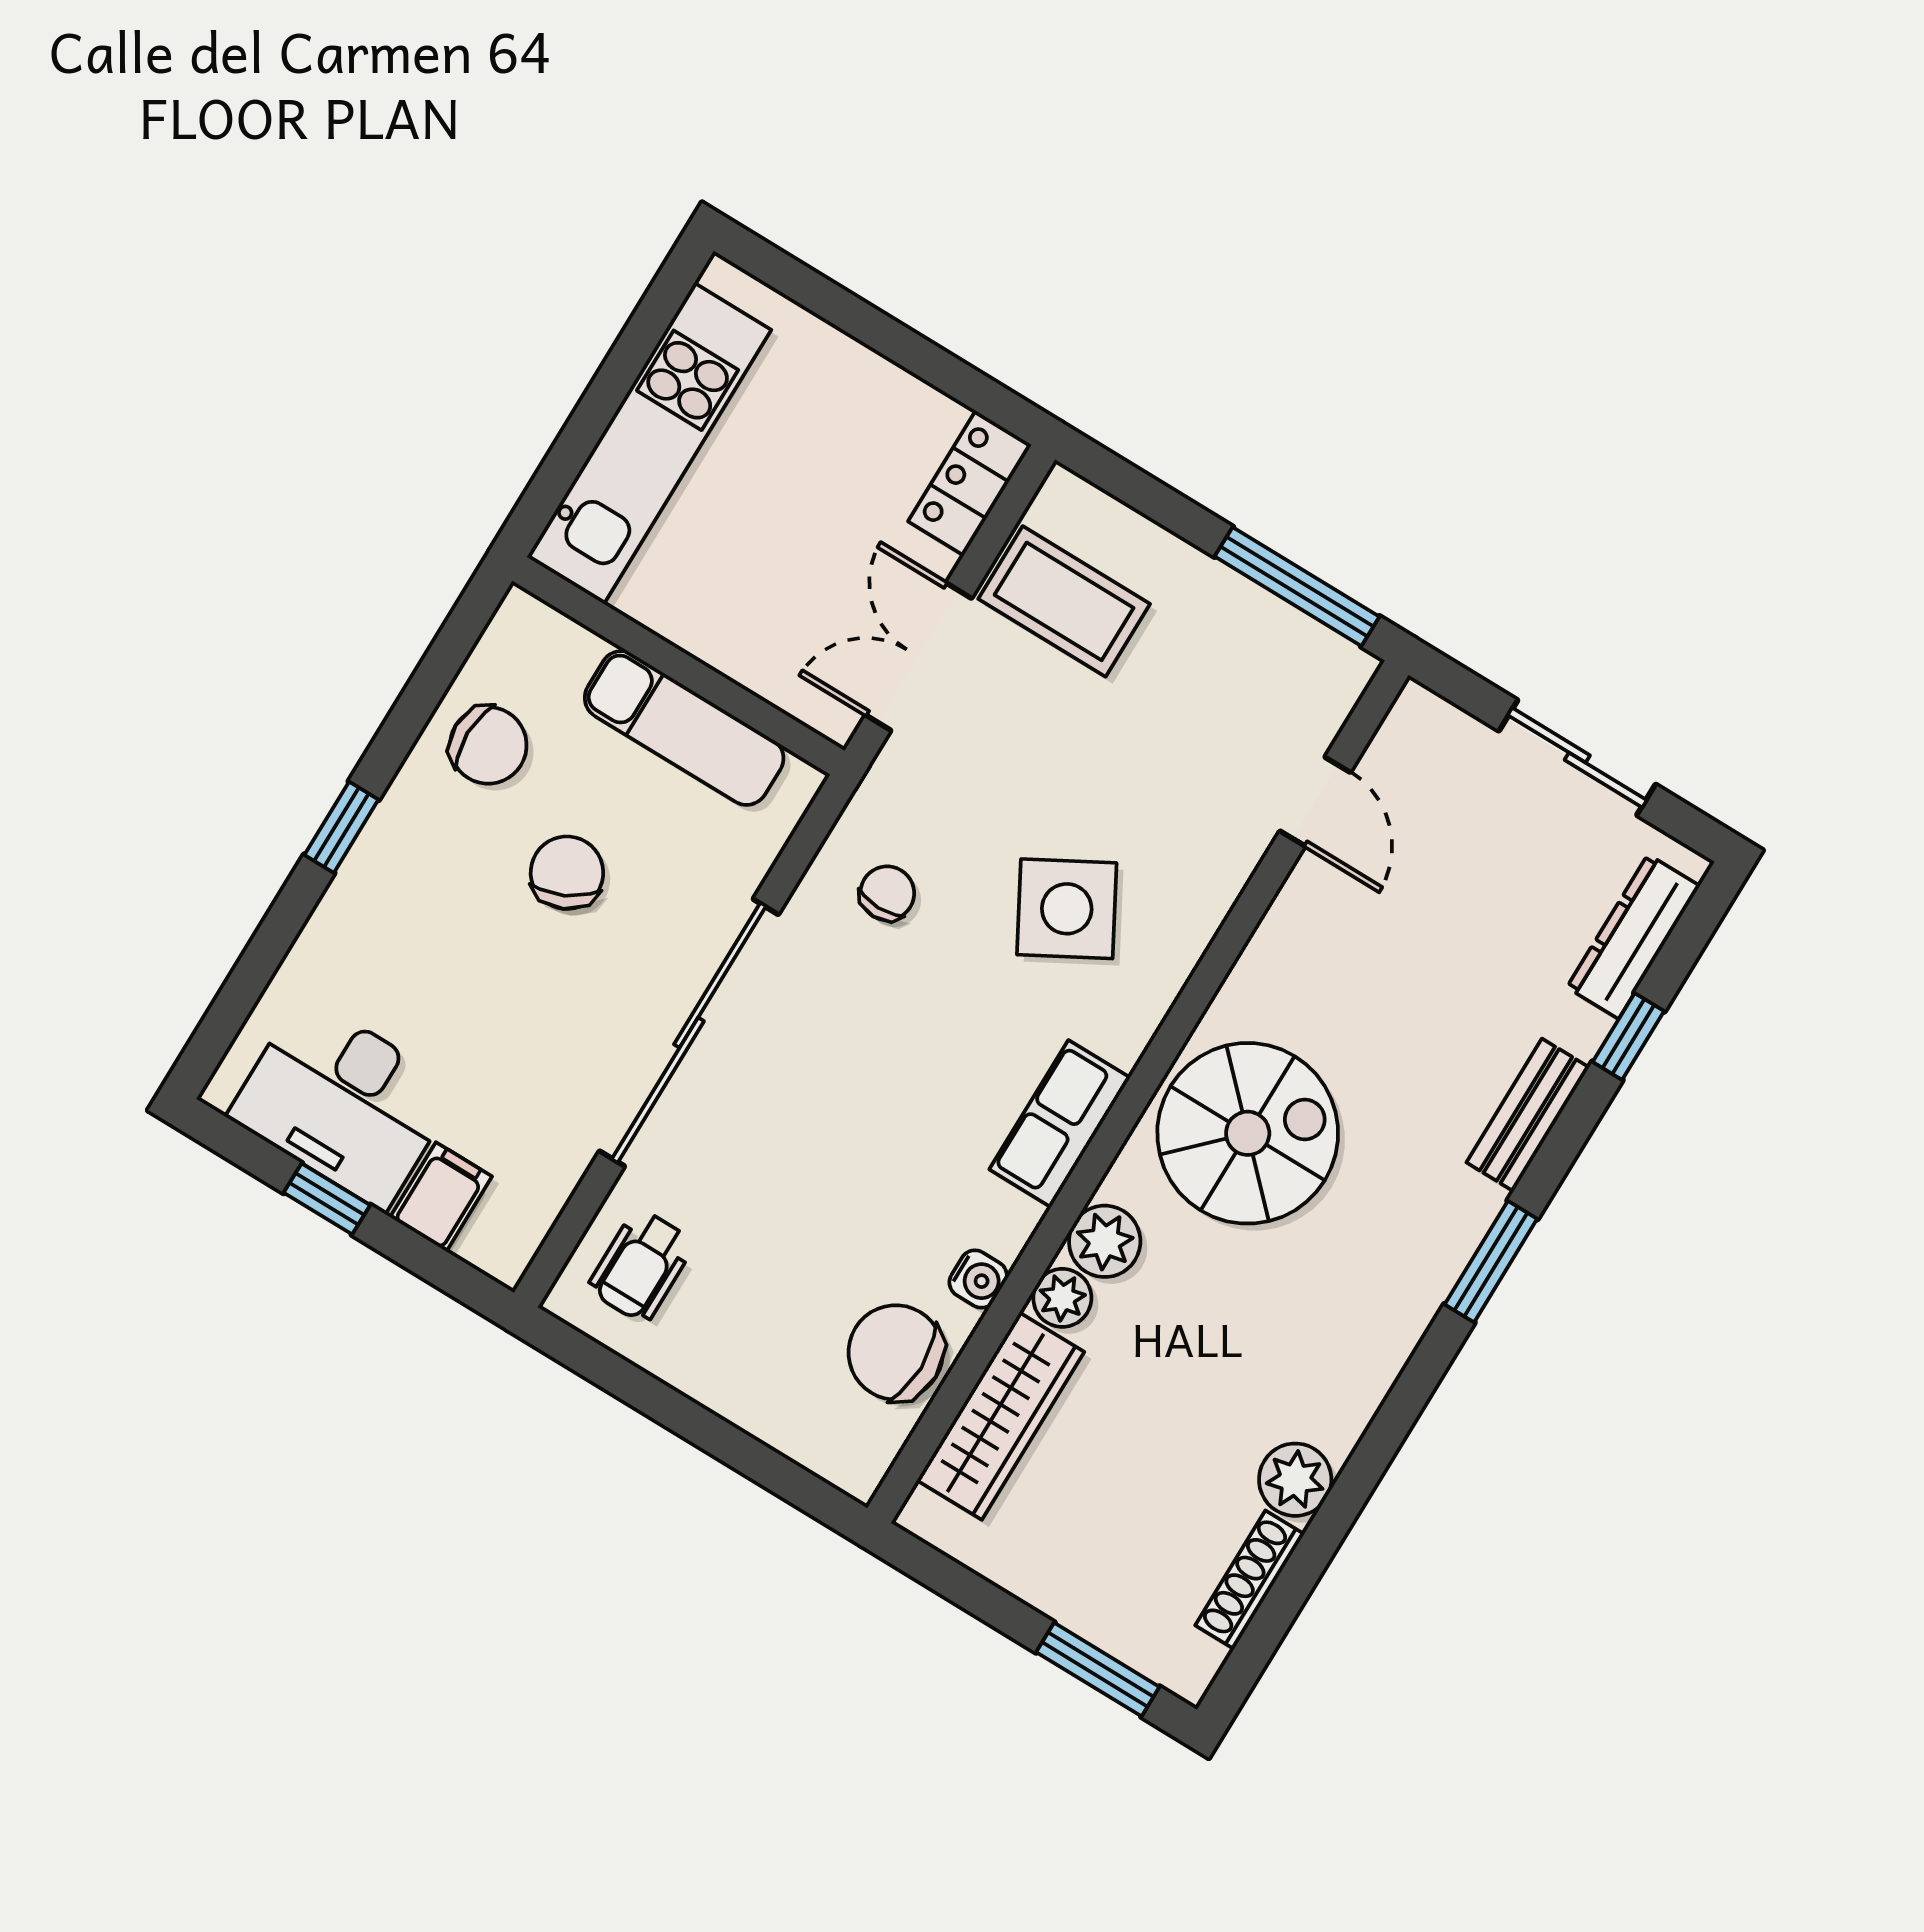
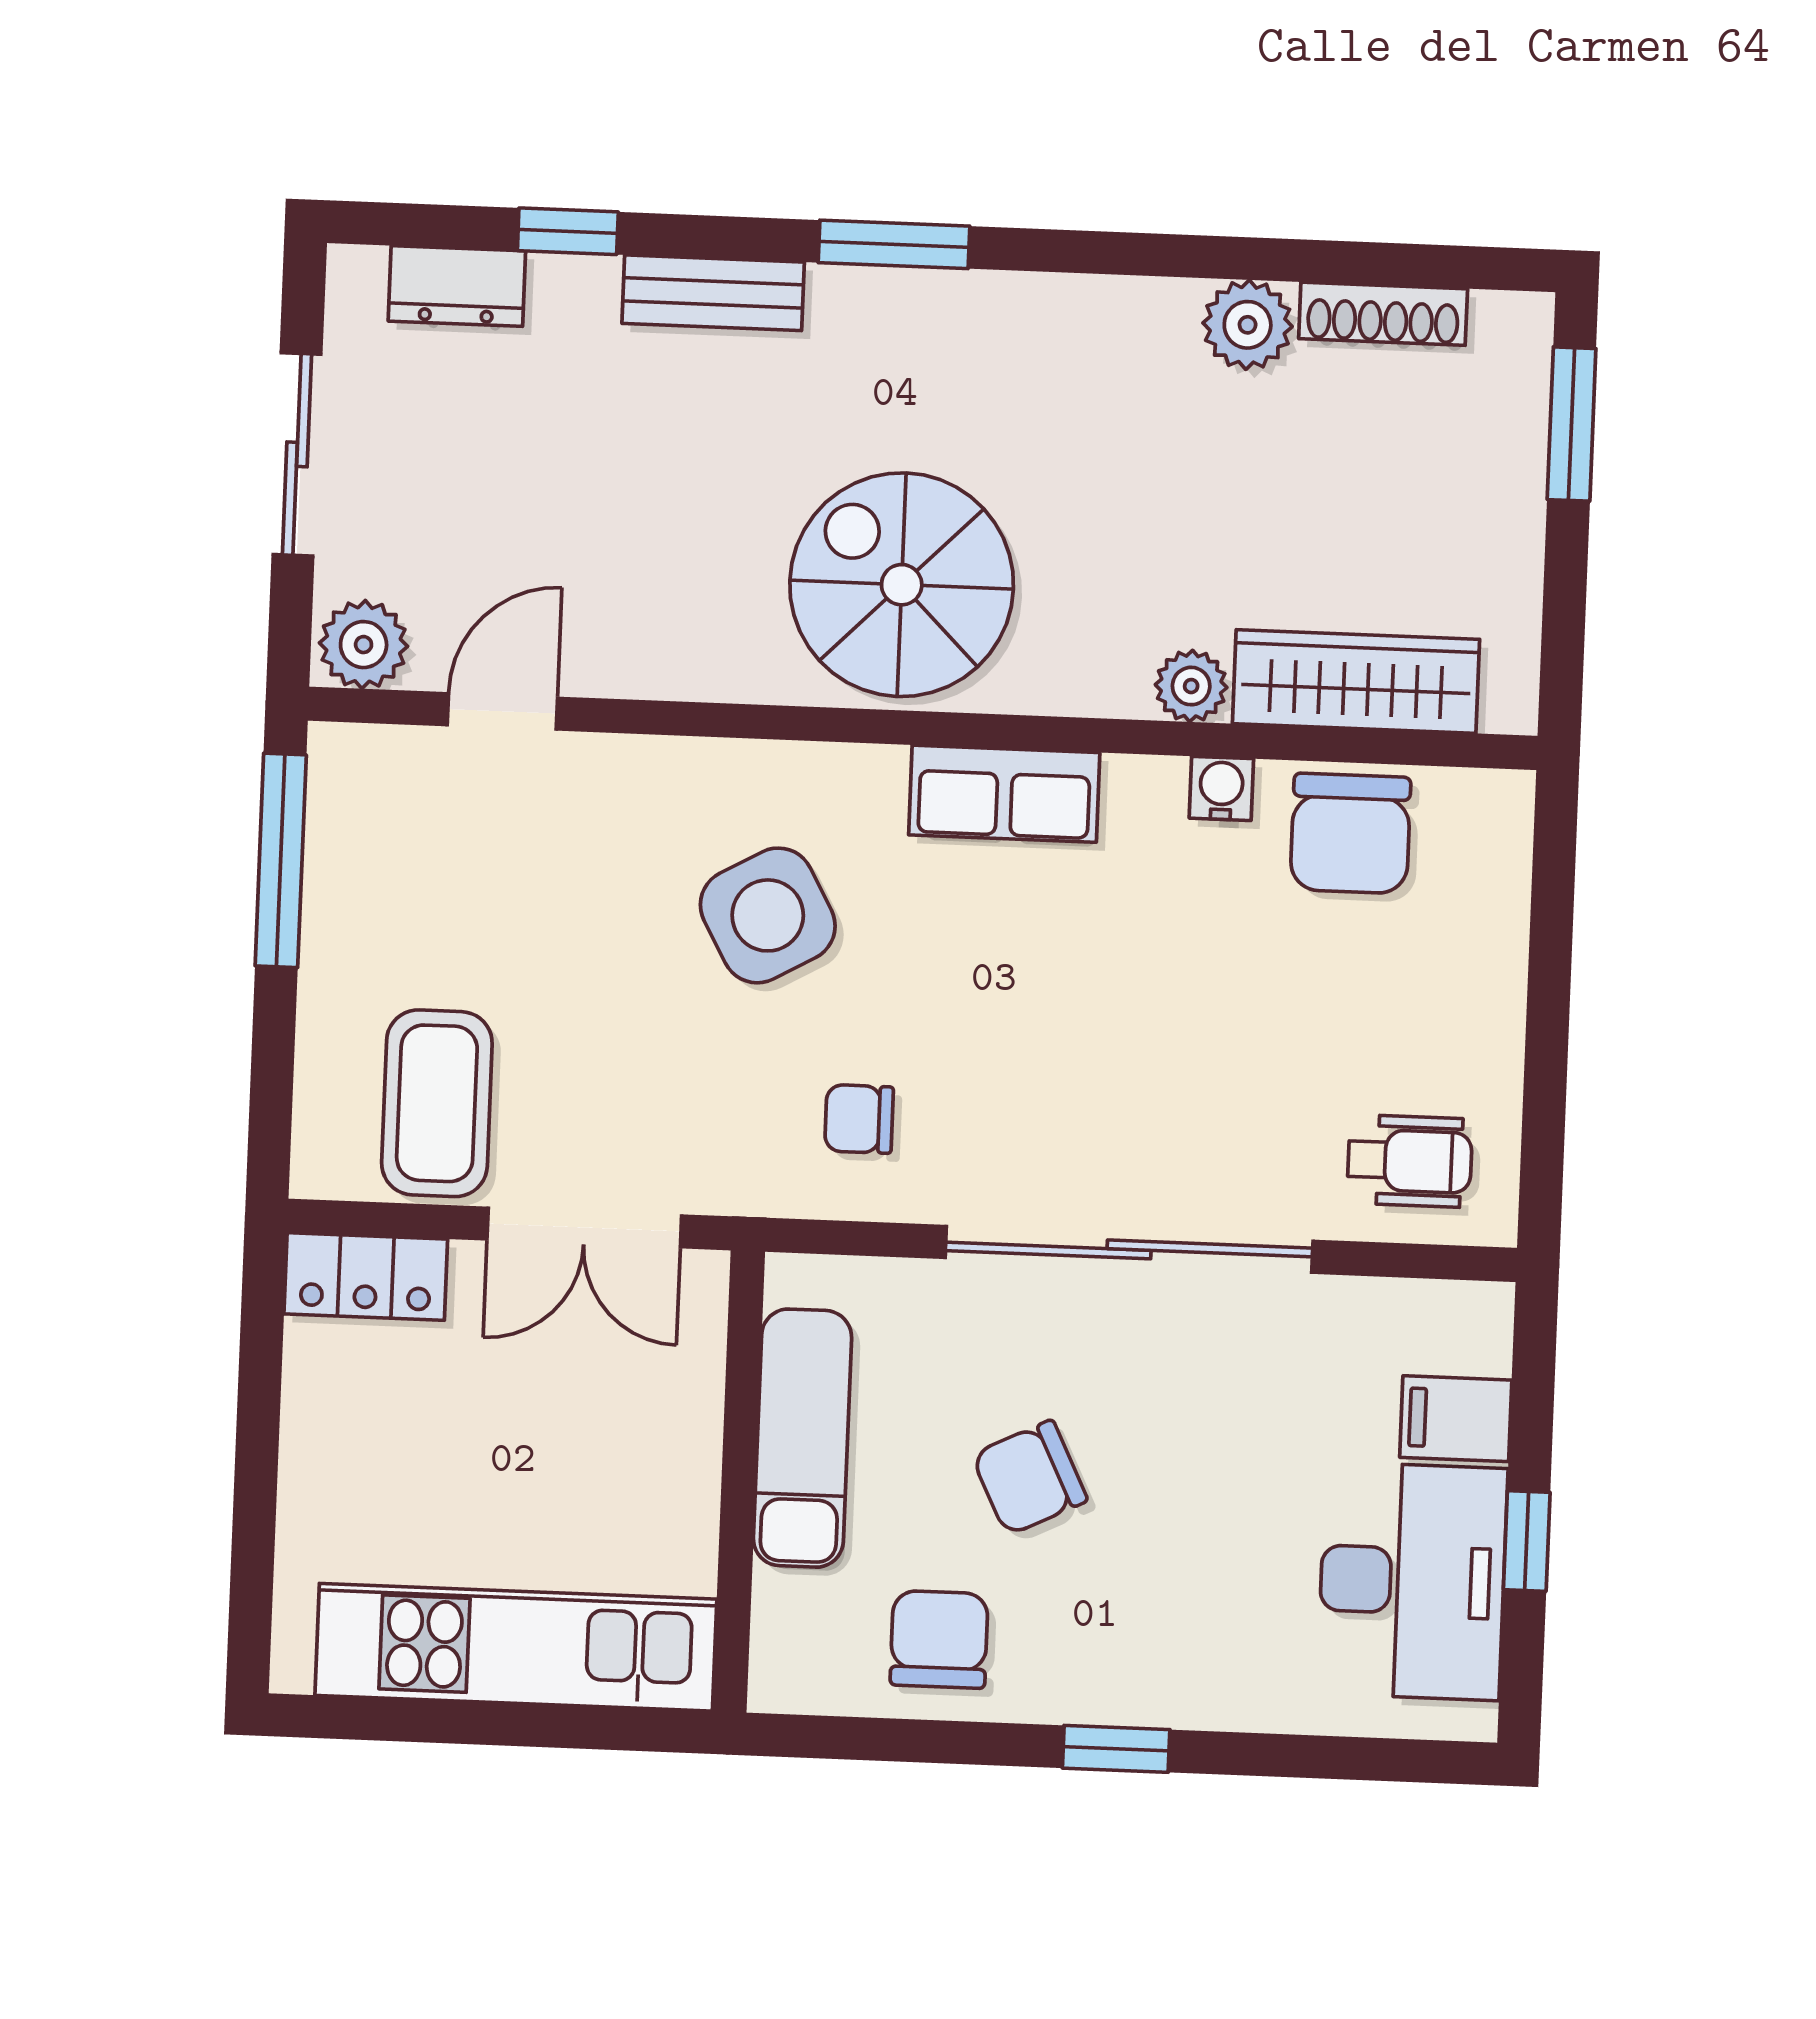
dresser: (1633, 937) -> (457, 286), width x0.70
plant: (1105, 1241) -> (364, 645), moved

